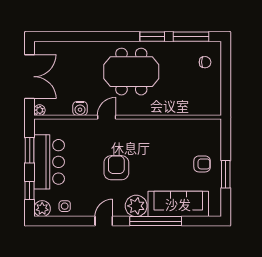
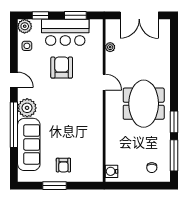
water cooler: (80, 109) -> (112, 171), moved
plant: (40, 110) -> (110, 47), moved
armchair: (116, 168) -> (62, 68), moved, turned -90

